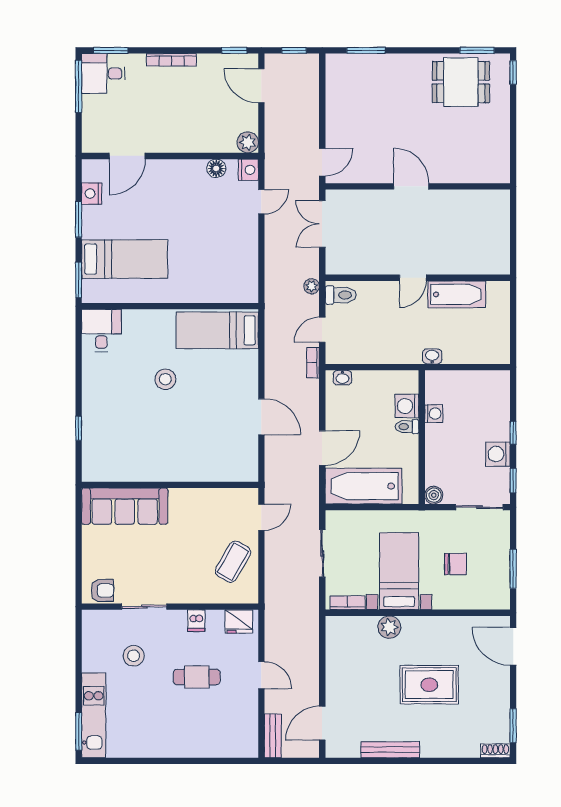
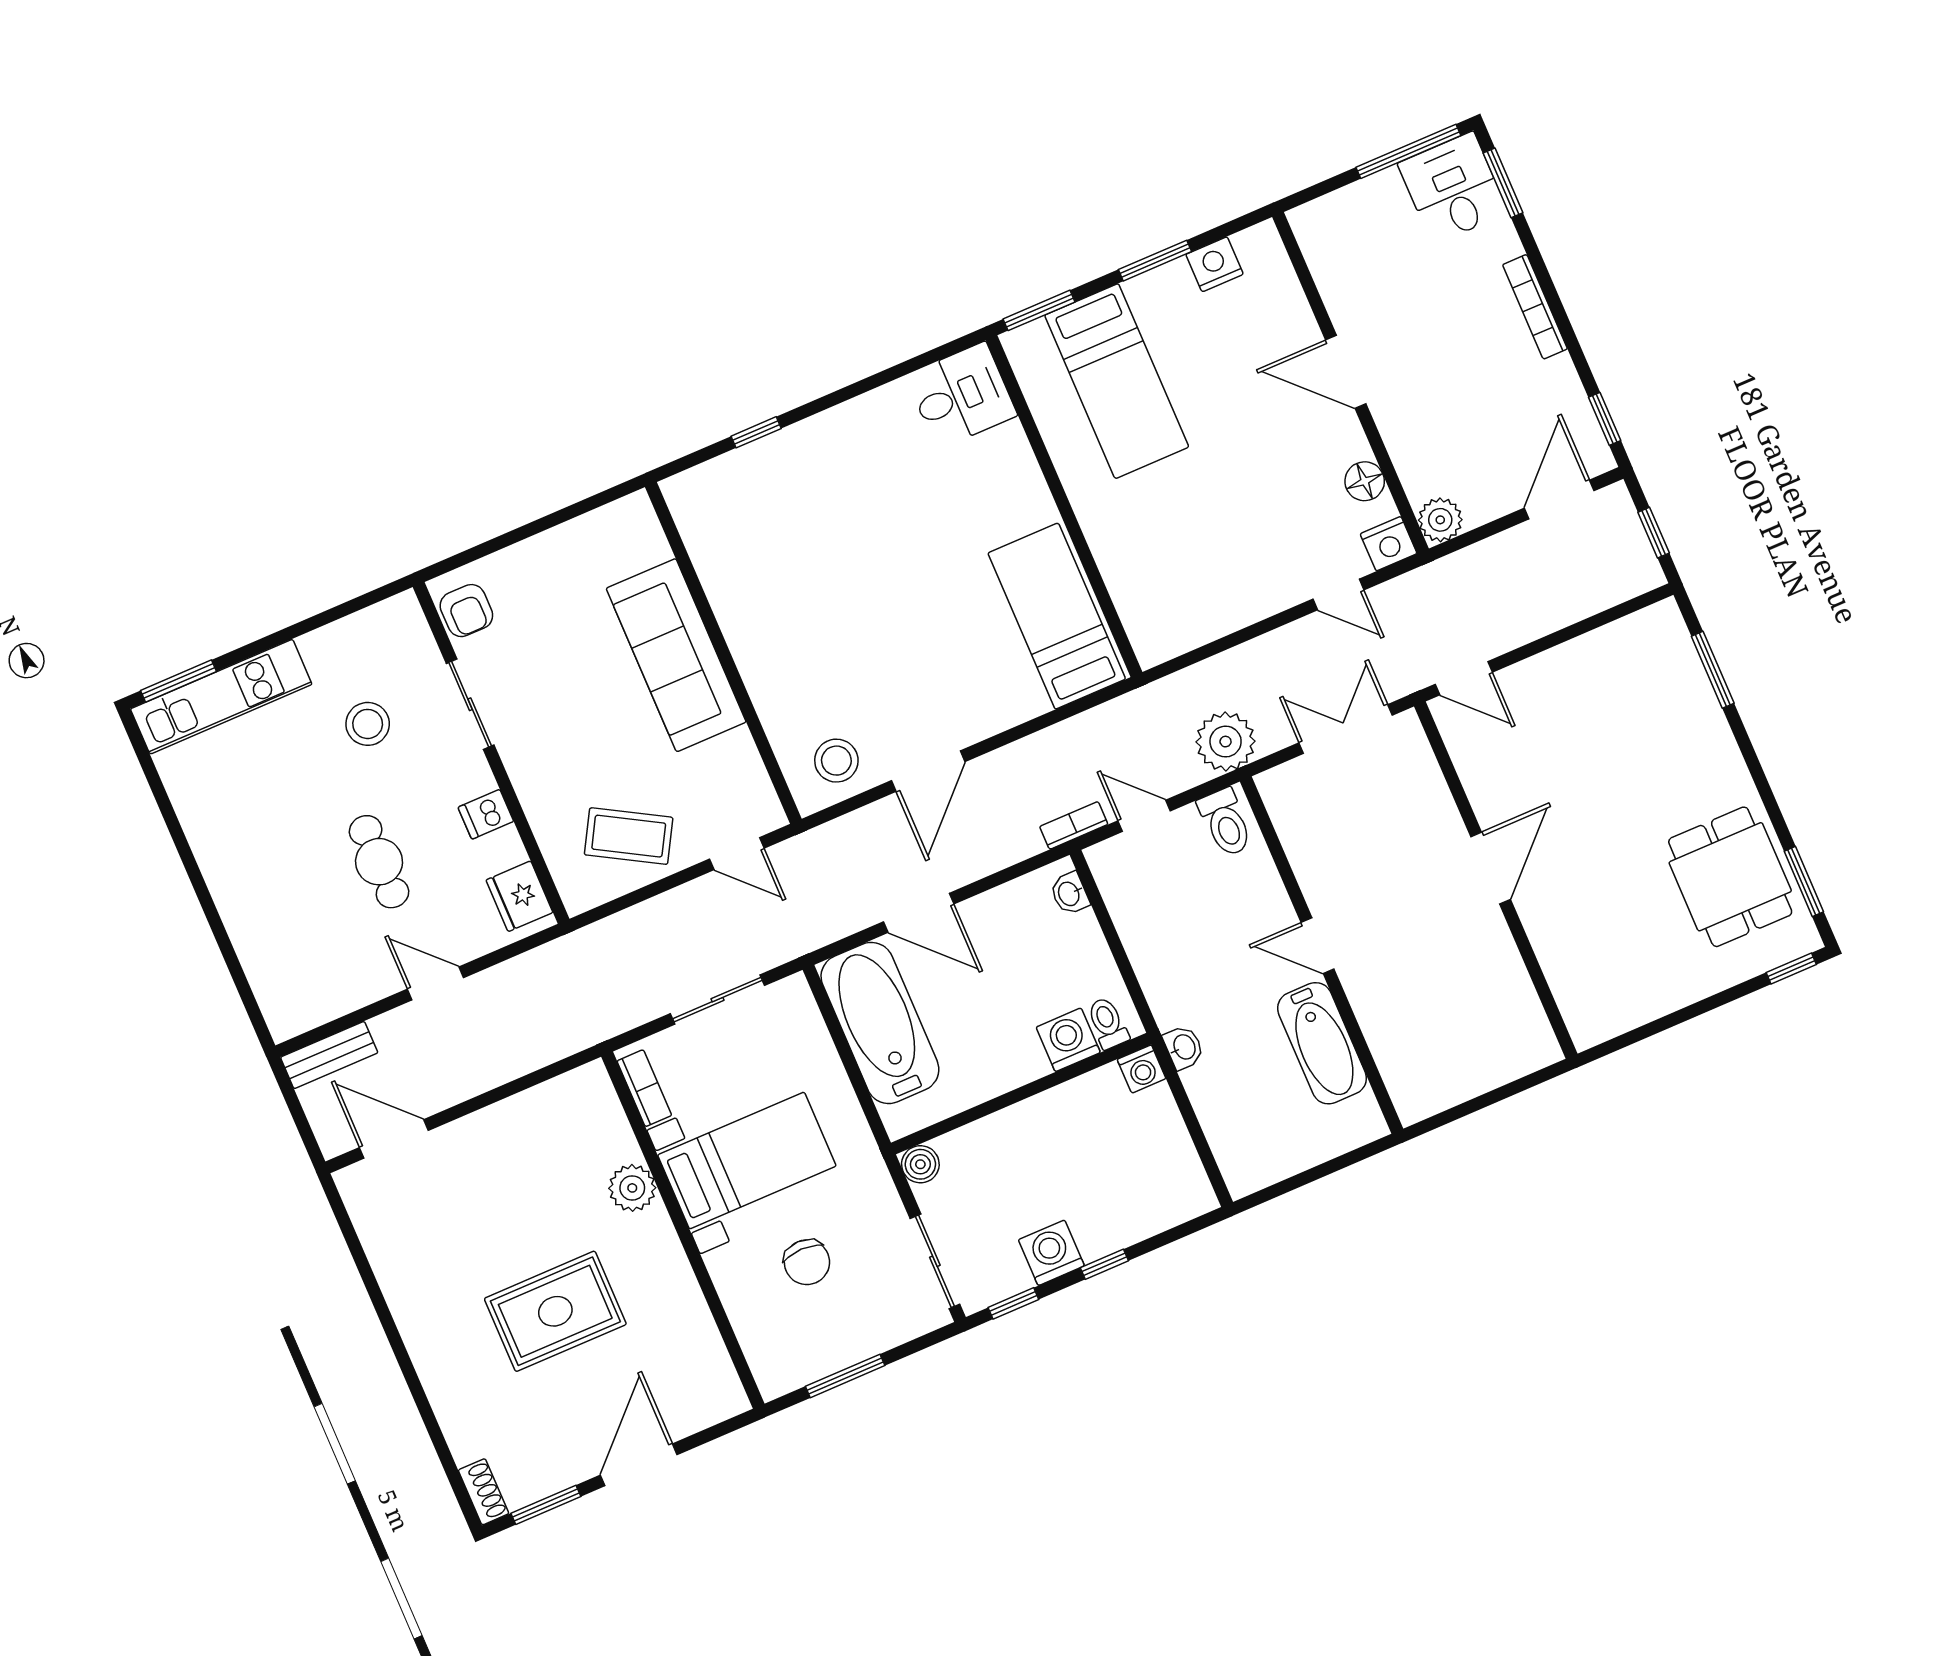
door: (127, 156) -> (1346, 372), moved
plant: (312, 286) -> (1226, 742), width x1.88, depth x1.88
stool: (165, 379) -> (836, 761), moved
washing machine: (434, 414) -> (1142, 1069), moved
toilet: (407, 427) -> (1108, 1023), moved
sofa: (125, 506) -> (676, 655), moved
door: (513, 646) -> (639, 1465), moved
door: (261, 675) -> (435, 983), swing flipped
rug: (429, 685) -> (555, 1311), turned 90
bench: (390, 750) -> (399, 1291), removed

